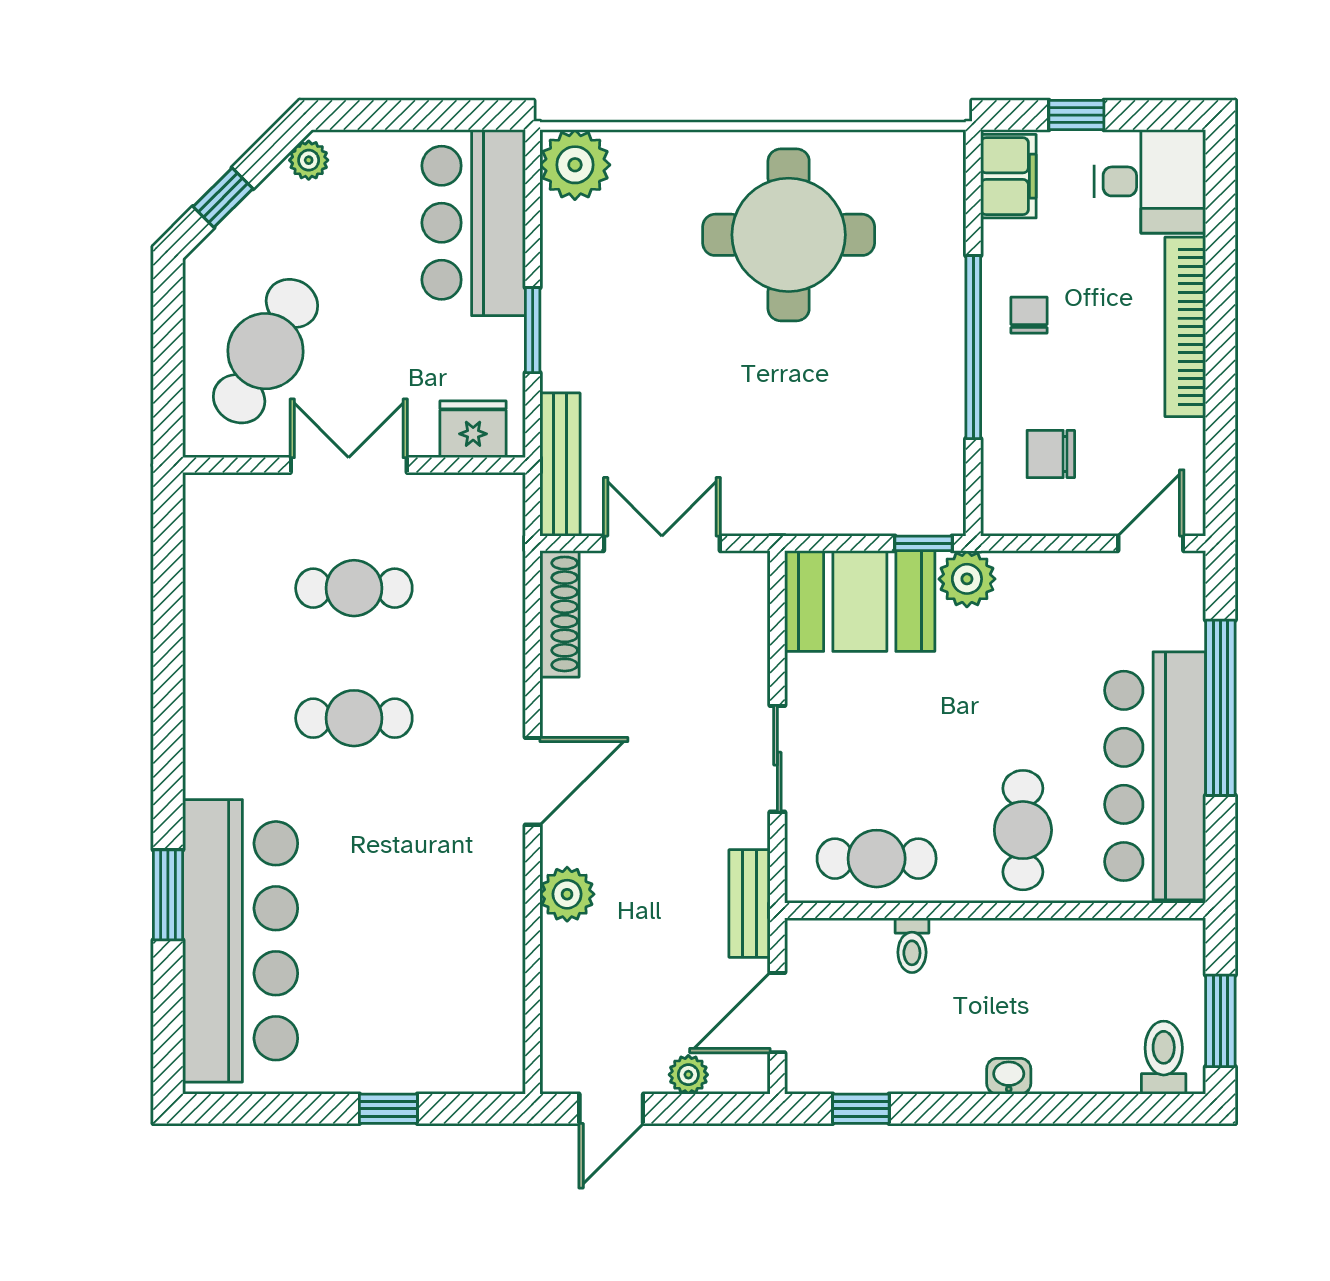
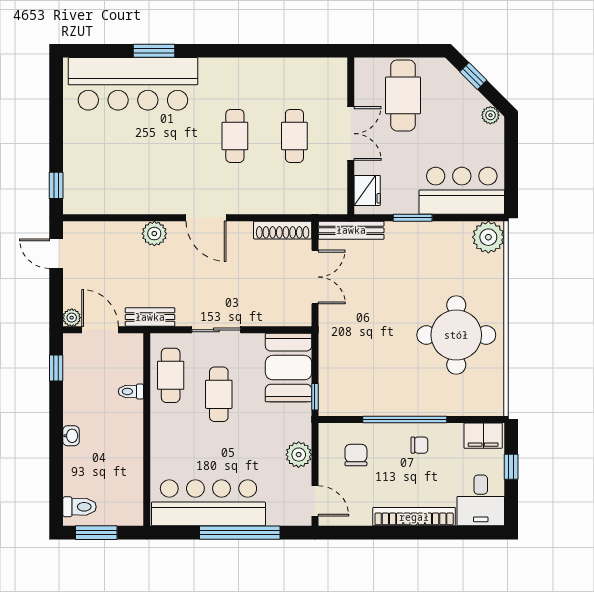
cafe table: (266, 351) -> (403, 95), turned 61
plant: (967, 579) -> (299, 455), moved
cafe table: (1023, 830) -> (219, 394), moved, turned 90
plant: (688, 1075) -> (72, 318), moved
window: (388, 1109) -> (56, 185), moved

